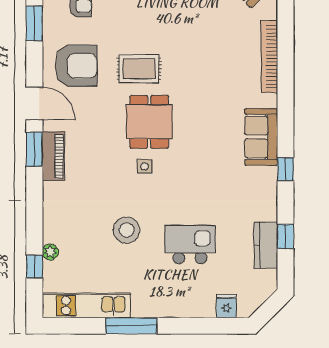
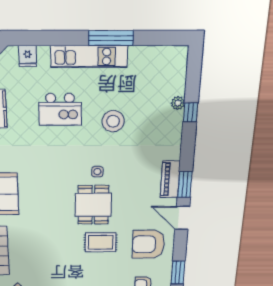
window: (34, 266) -> (190, 112), moved
kitchen unit: (86, 306) -> (89, 56), moved

